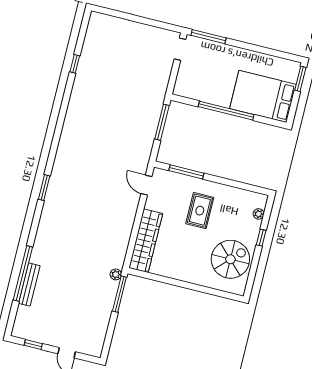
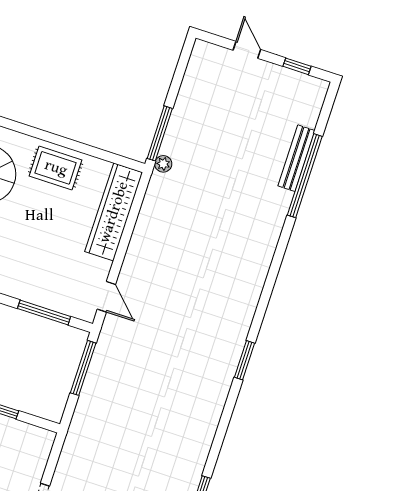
window: (162, 122) -> (83, 368), moved
window: (44, 188) -> (244, 360), moved
rug: (200, 211) -> (56, 168), moved, turned 90

